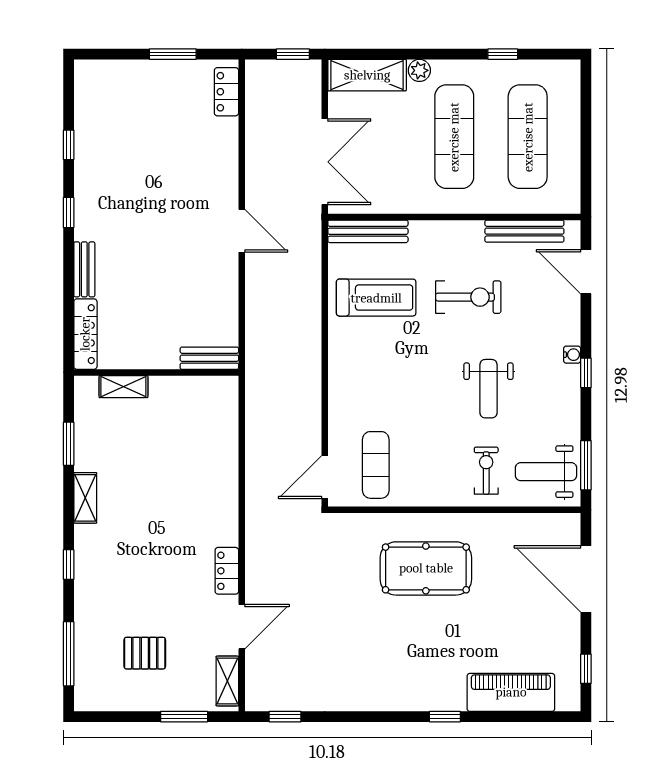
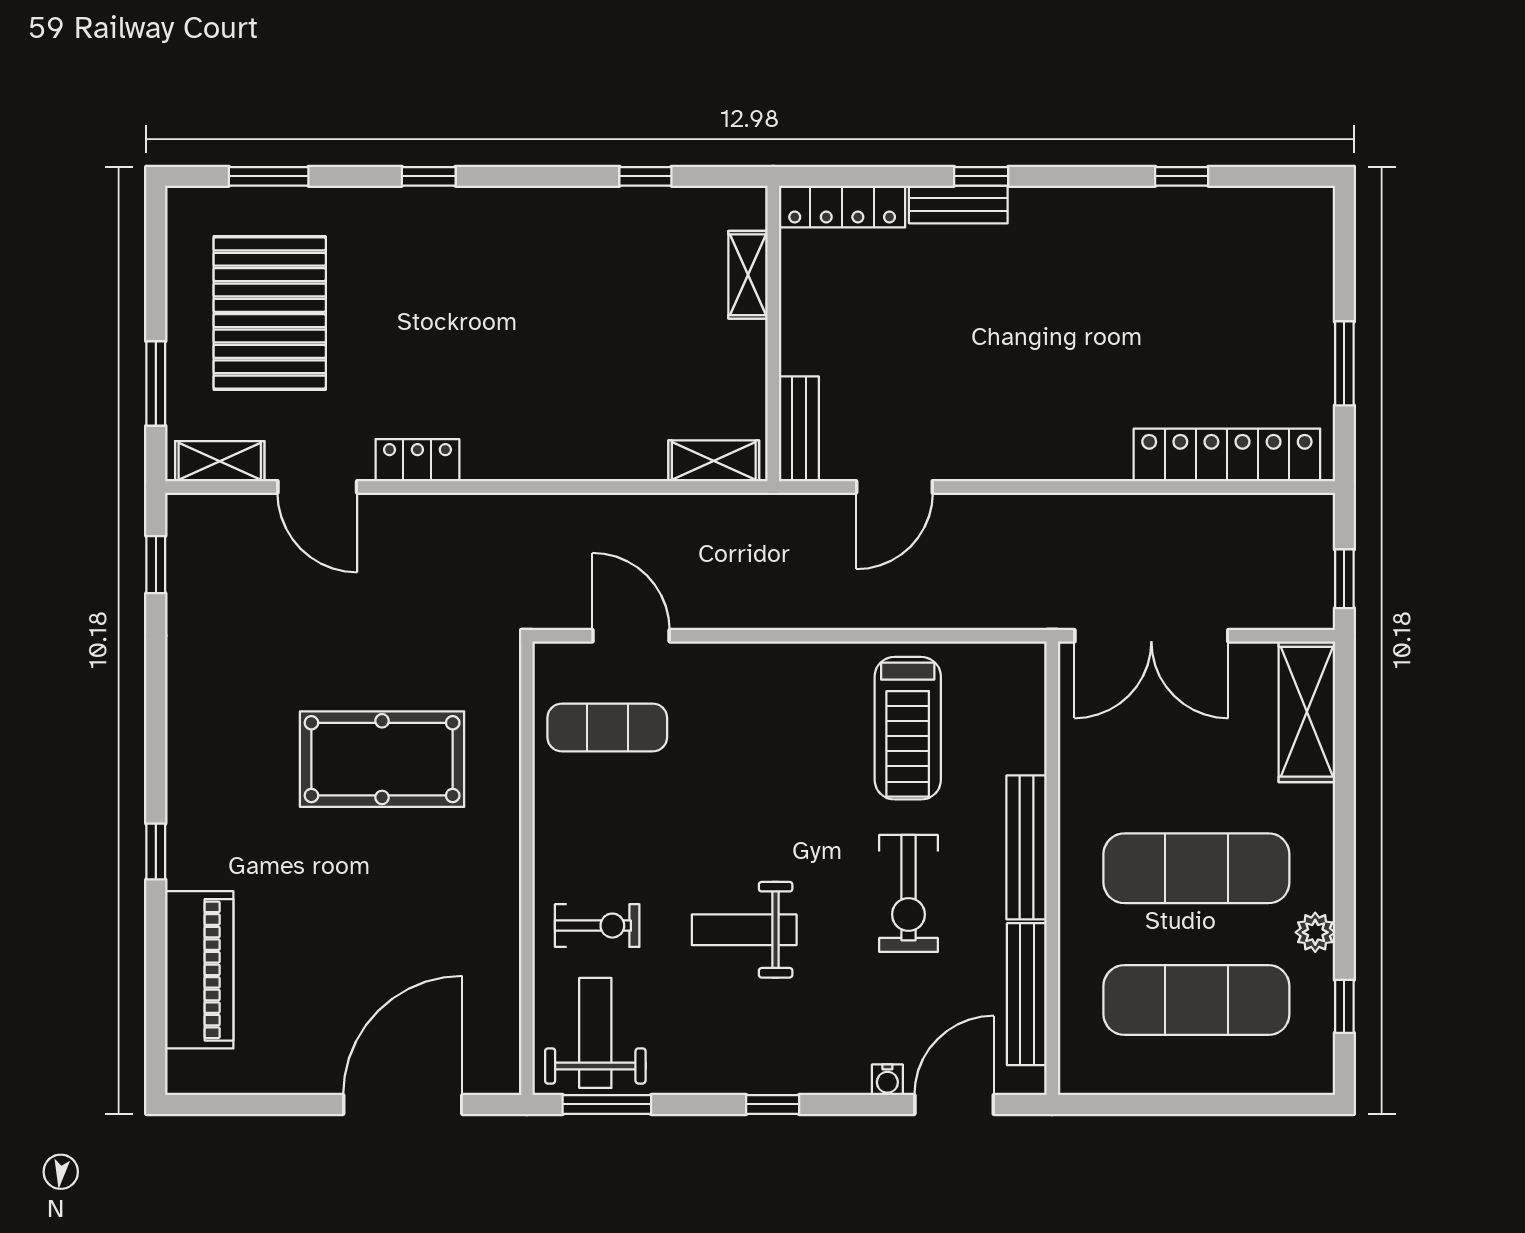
window: (503, 54) -> (1344, 1006), moved
plant: (419, 70) -> (1315, 932), moved
locker: (226, 92) -> (1227, 455), width x2.16, depth x1.21
window: (69, 213) -> (981, 176), moved
door: (242, 231) -> (894, 487), moved
bench: (368, 231) -> (1027, 847), moved
water cooler: (572, 355) -> (887, 1080), moved
window: (69, 444) -> (645, 176), width x0.67
door: (325, 477) -> (631, 636), moved
shelving: (85, 498) -> (714, 461), moved
pool table: (426, 568) -> (382, 759), moved, turned 90
pallet: (145, 653) -> (270, 313), width x2.05, depth x2.00
window: (69, 654) -> (269, 176), width x0.69
window: (586, 669) -> (242, 1104), removed

